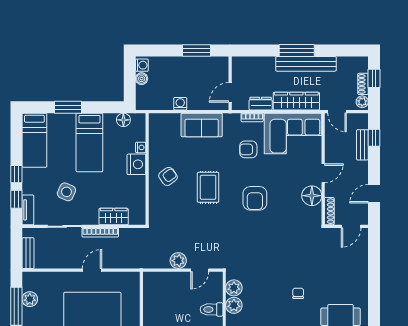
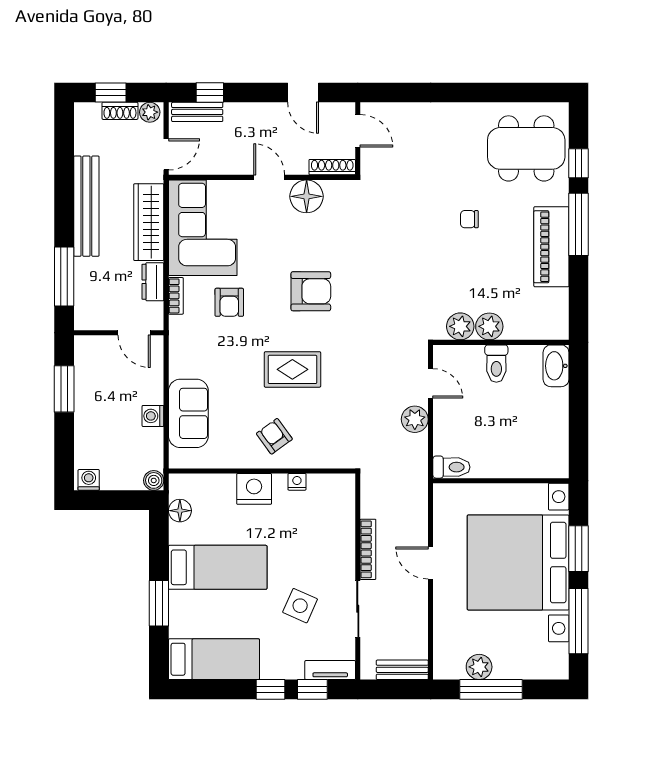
window: (297, 50) -> (64, 276), moved
boiler: (142, 79) -> (154, 480), moved
sofa: (202, 125) -> (188, 413), moved
bench: (362, 145) -> (197, 112), moved
nightstand: (141, 147) -> (297, 482), moved
wardrobe: (114, 217) -> (341, 527), removed
toilet: (150, 283) -> (451, 467), added

